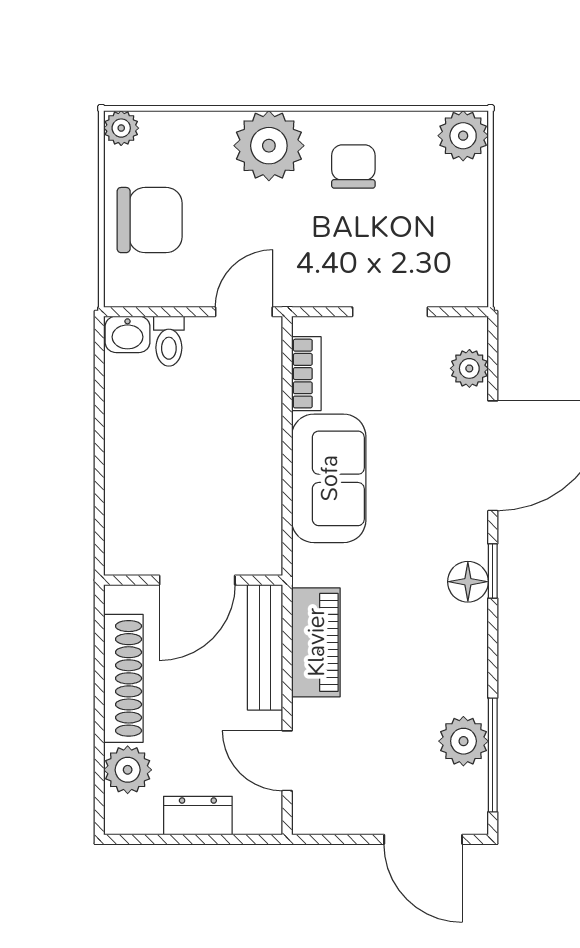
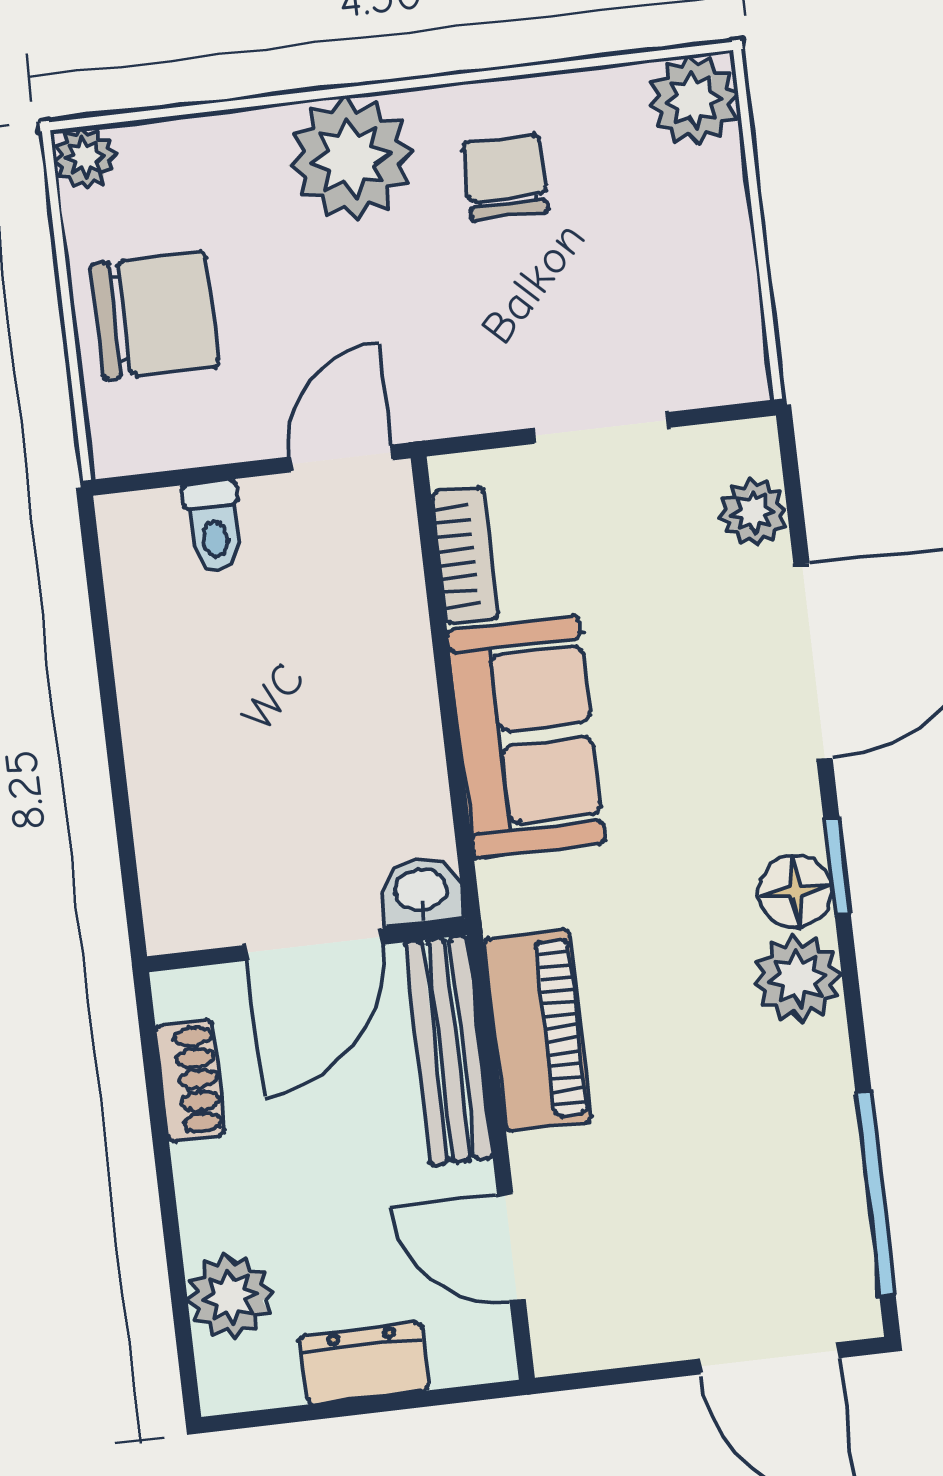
washbasin: (127, 334) -> (421, 891), moved, turned 180
shoe rack: (123, 678) -> (190, 1080), width x0.51, depth x0.81
plant: (463, 741) -> (798, 979), moved

